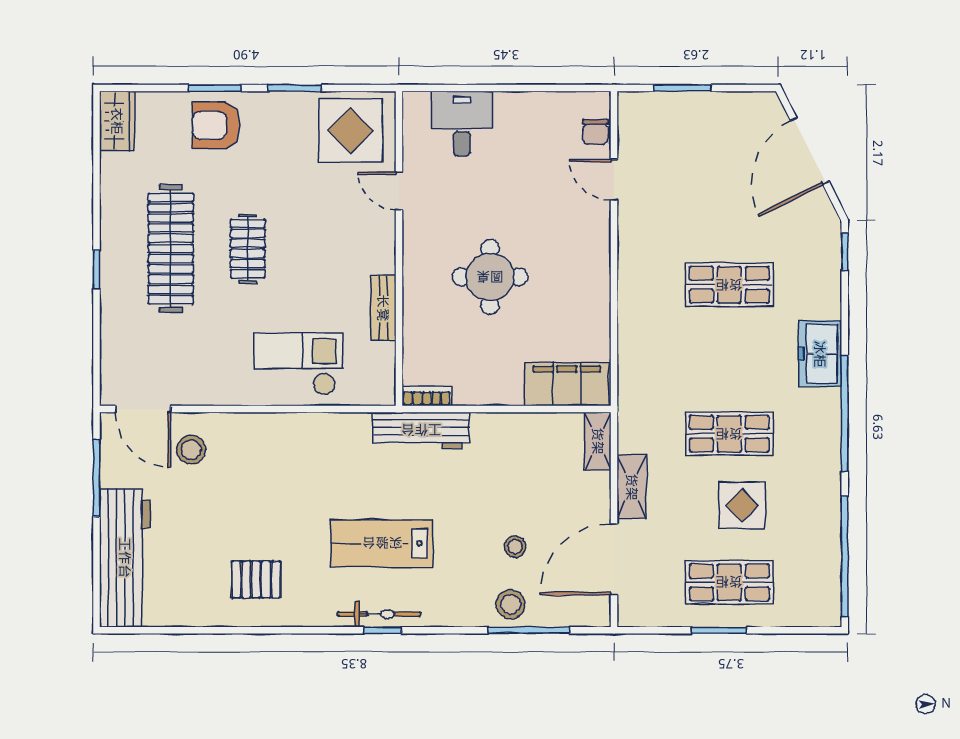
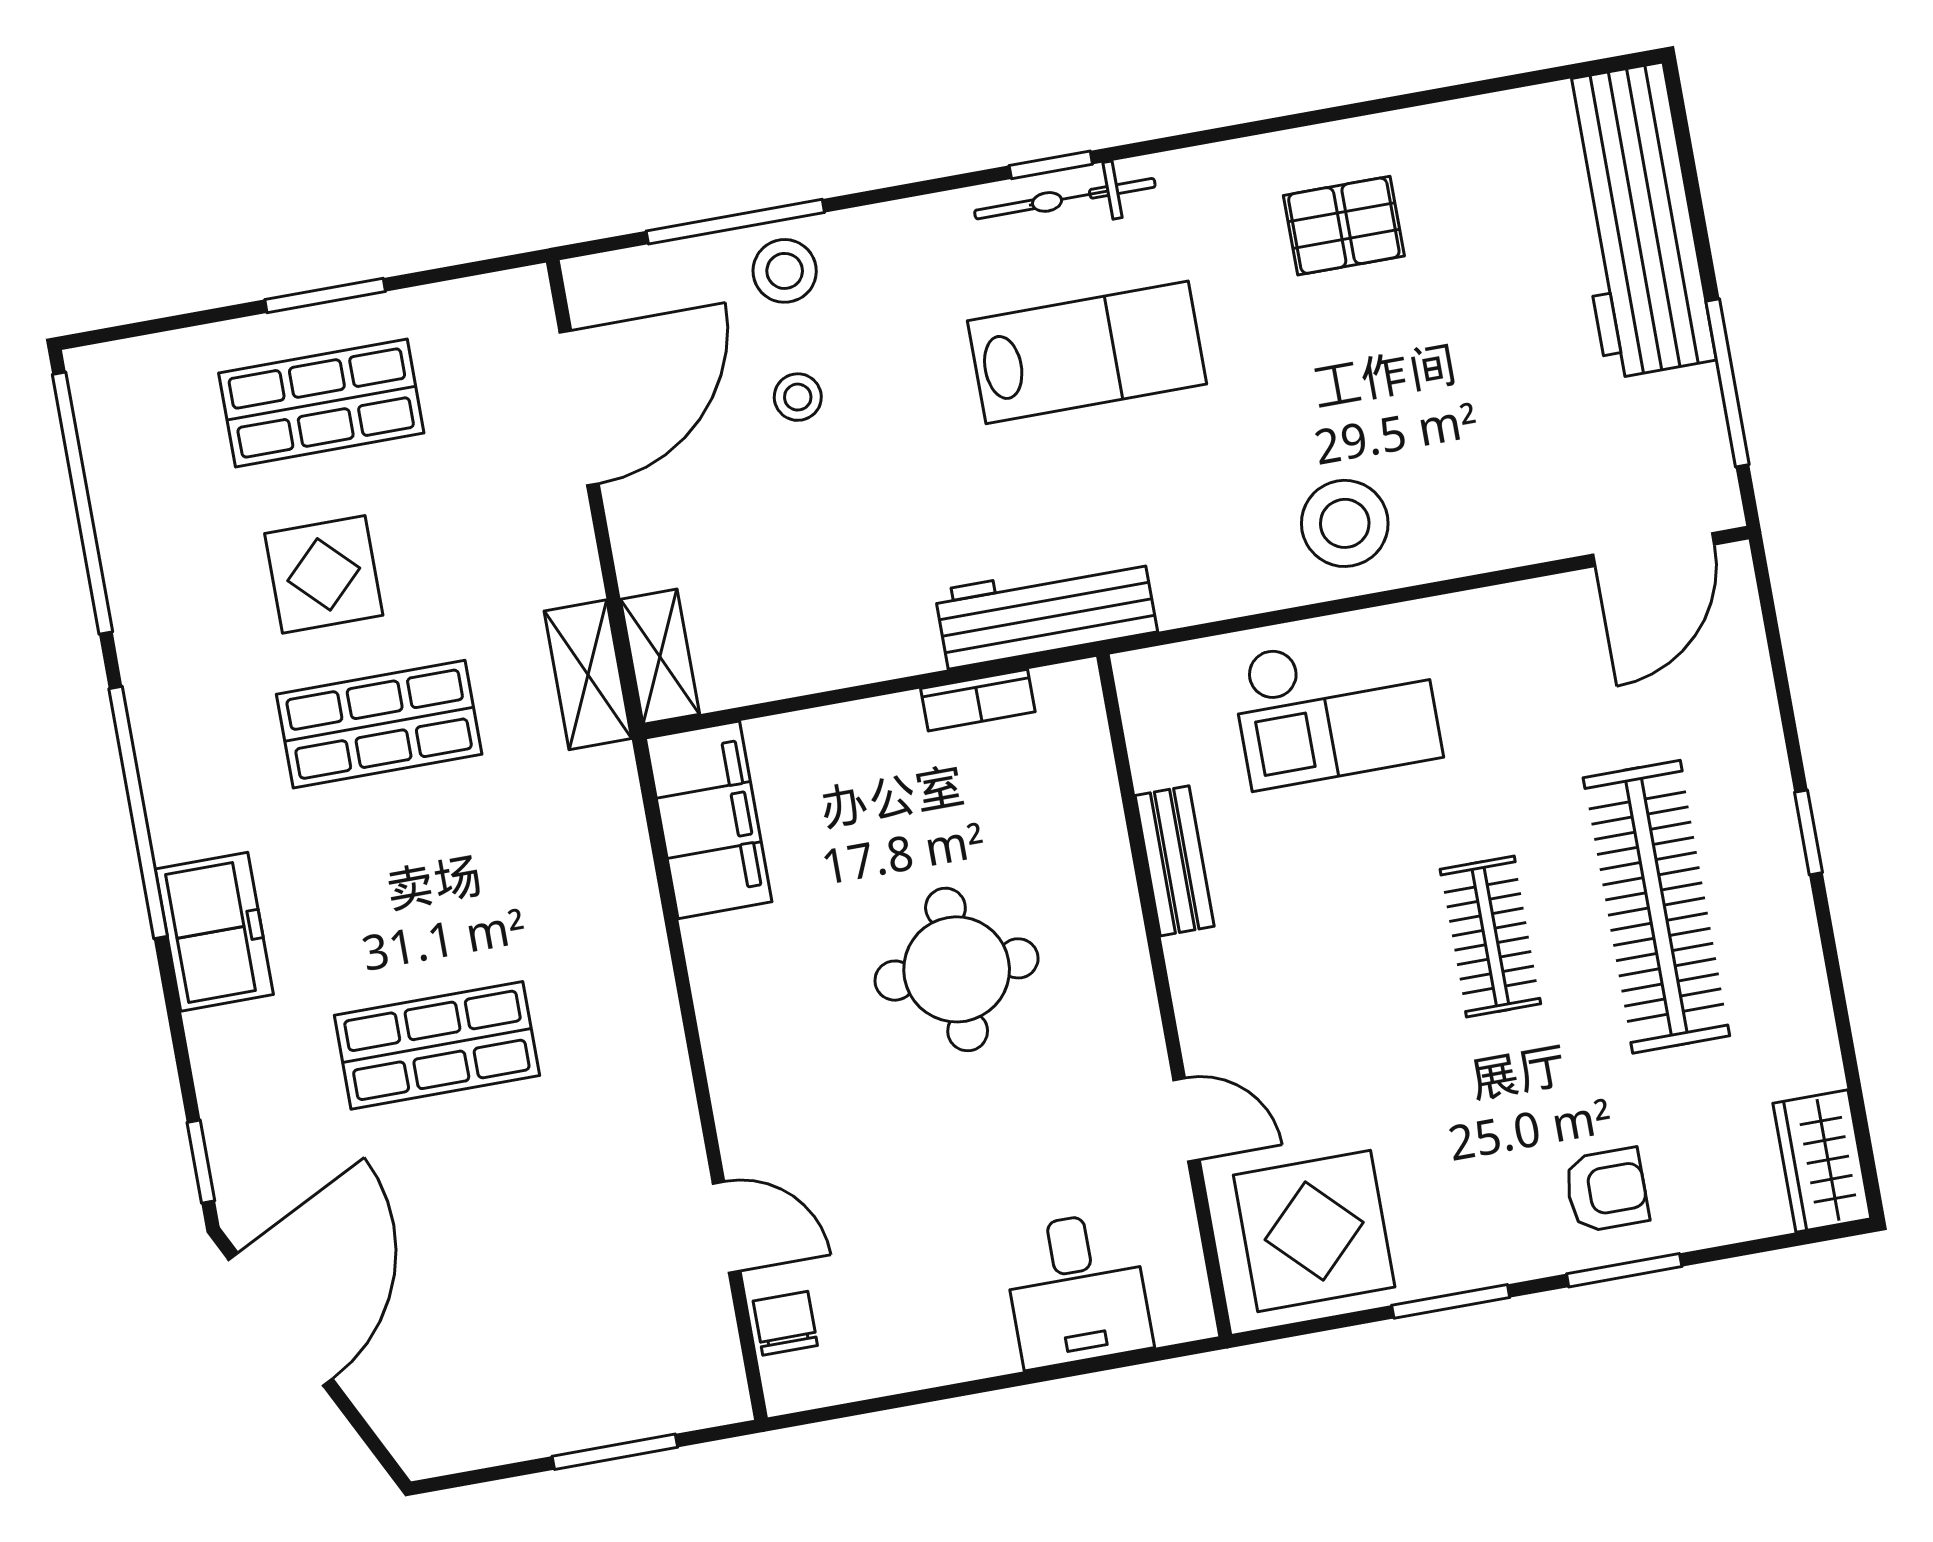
armchair: (216, 125) -> (1606, 1190), width x0.72, depth x0.72
door: (810, 151) -> (281, 1319), moved
filing cabinet: (567, 384) -> (709, 820), moved, turned -90
bookcase: (427, 396) -> (978, 700), moved
door: (143, 409) -> (1654, 550), swing flipped
stool: (191, 450) -> (1345, 523), moved, width x1.38, depth x1.38
shelving: (632, 487) -> (588, 675), moved

